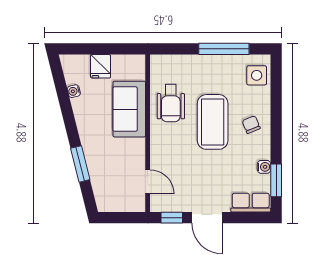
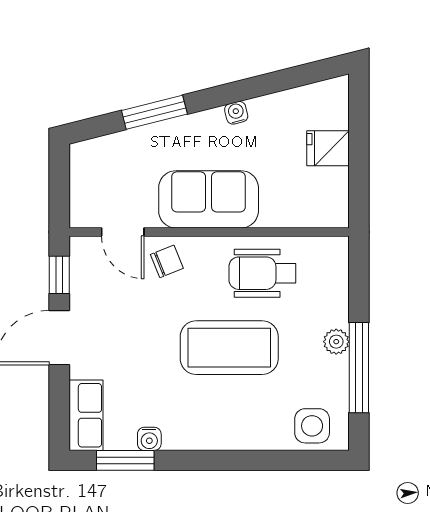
plant: (209, 62) -> (336, 342), added
water cooler: (74, 91) -> (236, 113), moved
sofa: (129, 109) -> (209, 199), moved
chair: (251, 125) -> (167, 261), moved
door: (148, 182) -> (123, 232), hinge flipped

